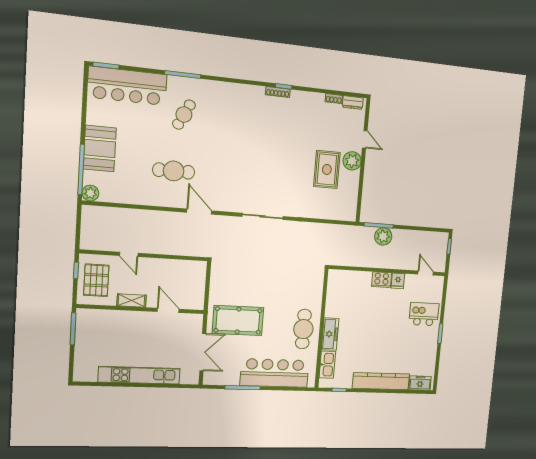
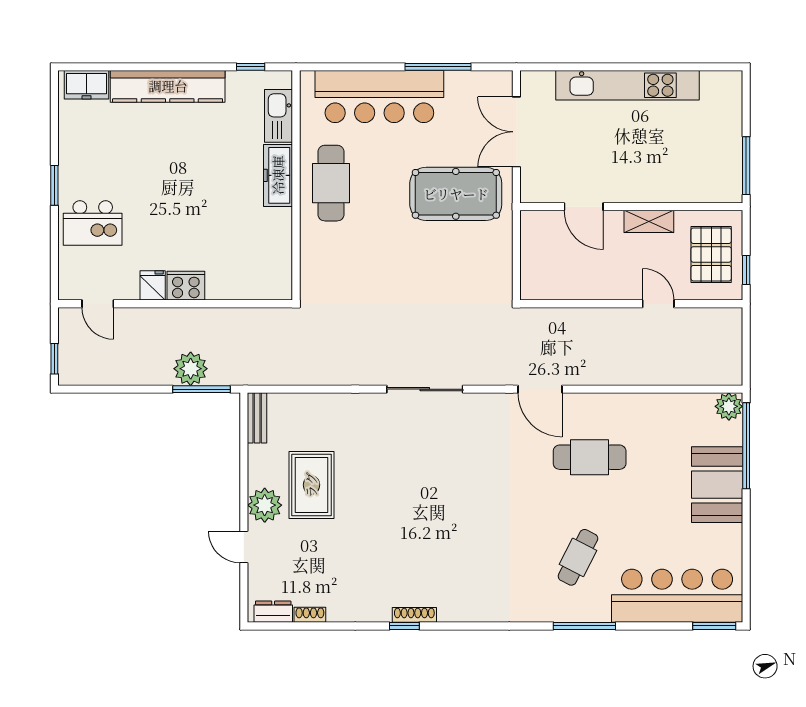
bench: (352, 208) -> (257, 418), added

